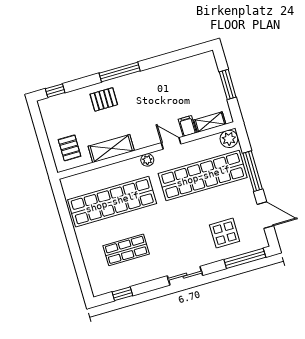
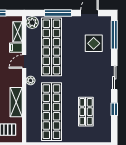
window: (122, 294) -> (114, 109), moved

